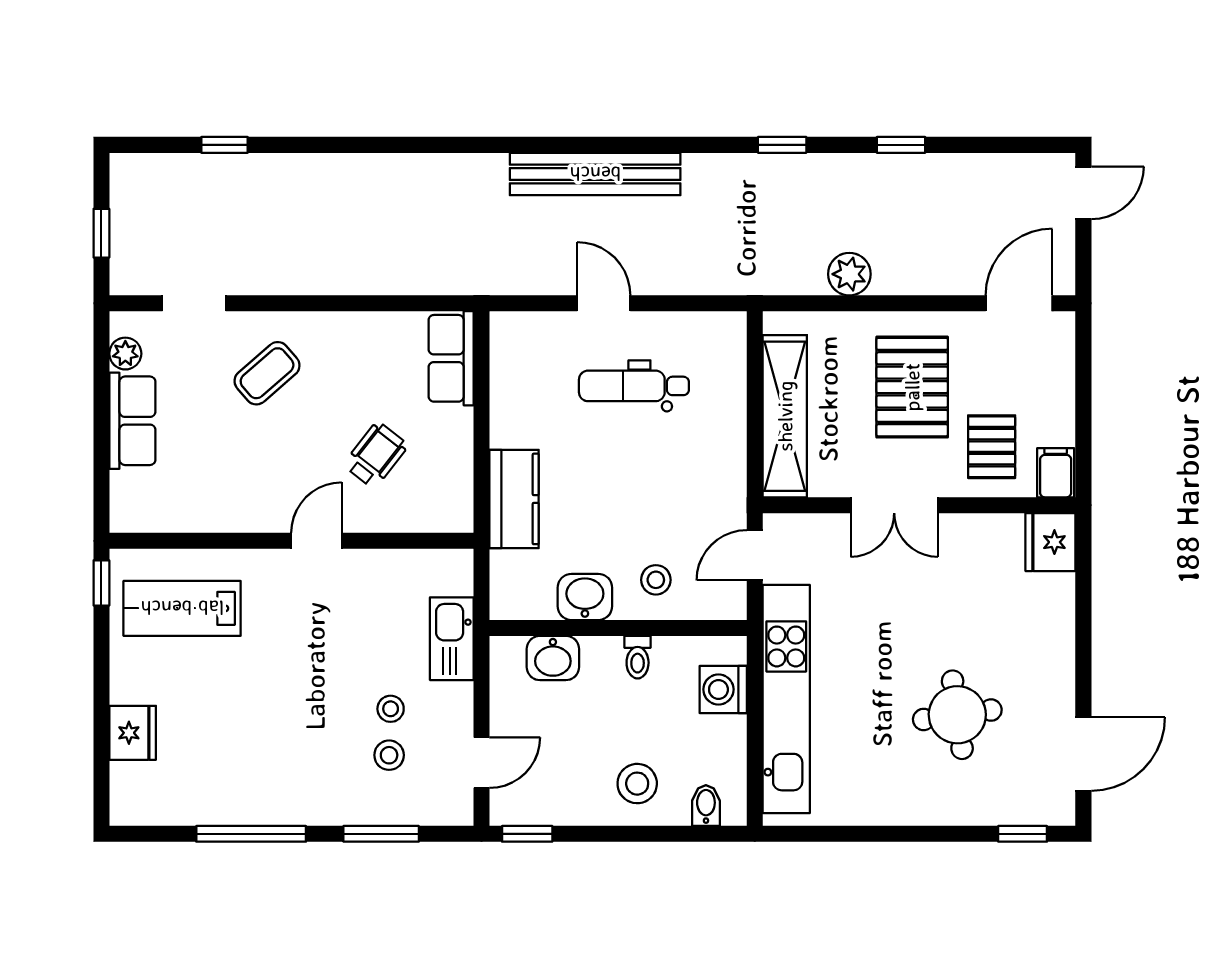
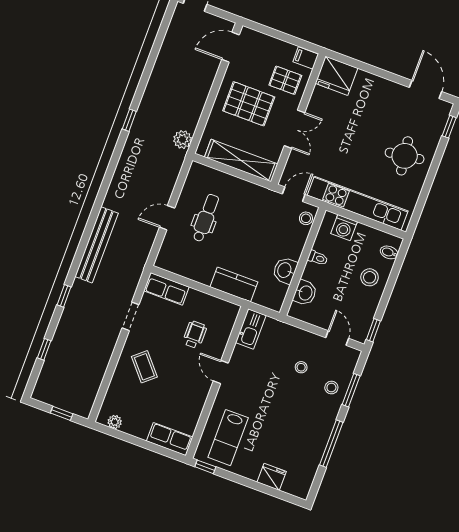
window: (901, 145) -> (64, 296), moved
bench: (595, 174) -> (97, 245), moved
plant: (849, 274) -> (183, 140), moved
doorway: (194, 303) -> (130, 316), moved
door: (1019, 303) -> (231, 47), hinge flipped
dental chair: (634, 386) -> (206, 218), turned 180
row of seats: (132, 421) -> (170, 439), moved
wheelchair: (376, 455) -> (195, 335), turned 52
fridge: (1050, 542) -> (337, 76), width x1.36, depth x1.34
door: (755, 555) -> (294, 194), swing flipped
stool: (656, 580) -> (306, 218), moved
kitchen sink: (452, 639) -> (251, 329), moved, turned -90
round table: (957, 715) -> (405, 156), moved
stool: (389, 755) -> (331, 388), moved

